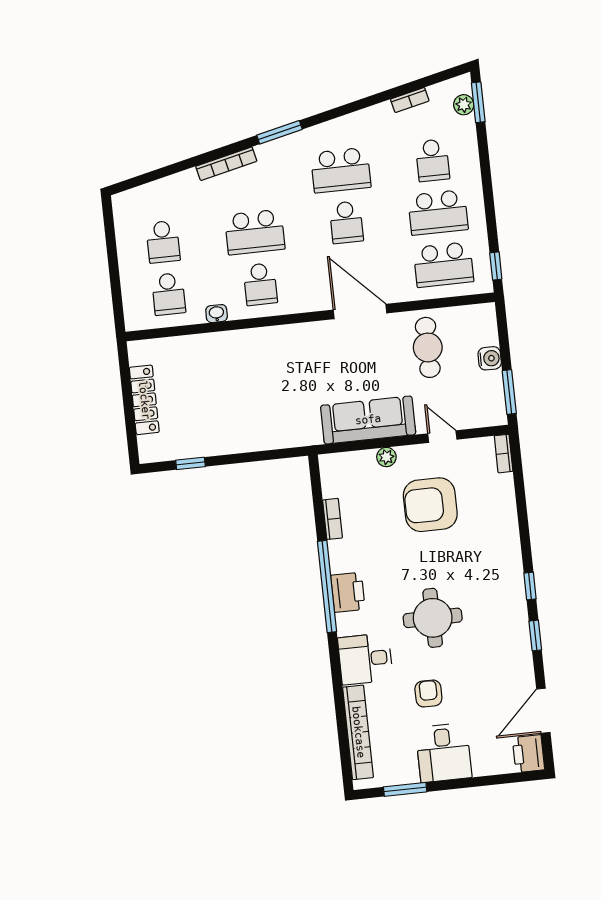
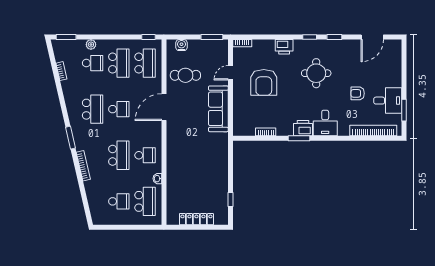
plant: (464, 105) -> (91, 45), moved
school desk: (169, 294) -> (145, 201), width x1.85
water cooler: (490, 358) -> (181, 45), moved
plant: (386, 457) -> (238, 102), removed
window: (327, 587) -> (299, 138), width x0.47
round table: (433, 618) -> (316, 73), moved
desk: (365, 659) -> (325, 123), moved
door: (543, 711) -> (372, 37), hinge flipped
desk: (444, 753) -> (388, 101), moved
printer: (528, 754) -> (284, 47), moved

